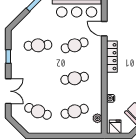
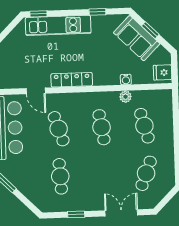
door: (104, 29) -> (36, 91), hinge flipped
plant: (97, 118) -> (125, 97), moved

